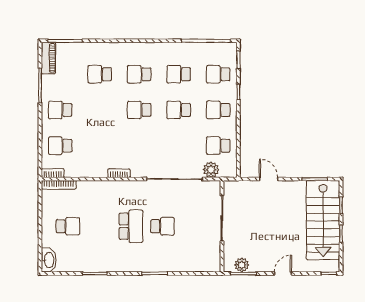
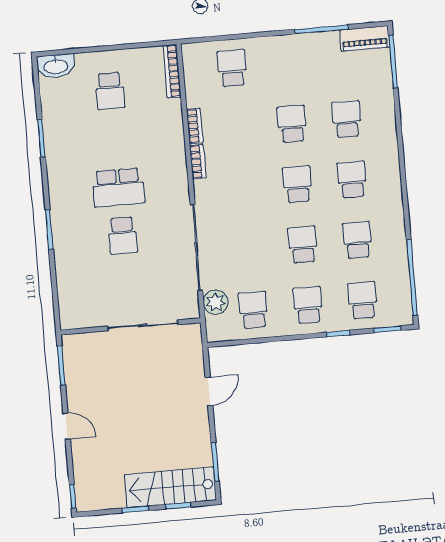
school desk: (60, 110) -> (292, 124), moved
bookcase: (53, 173) -> (195, 126), moved
stairs: (323, 220) -> (170, 487), width x0.73, depth x0.66
plant: (242, 265) -> (74, 362), removed

